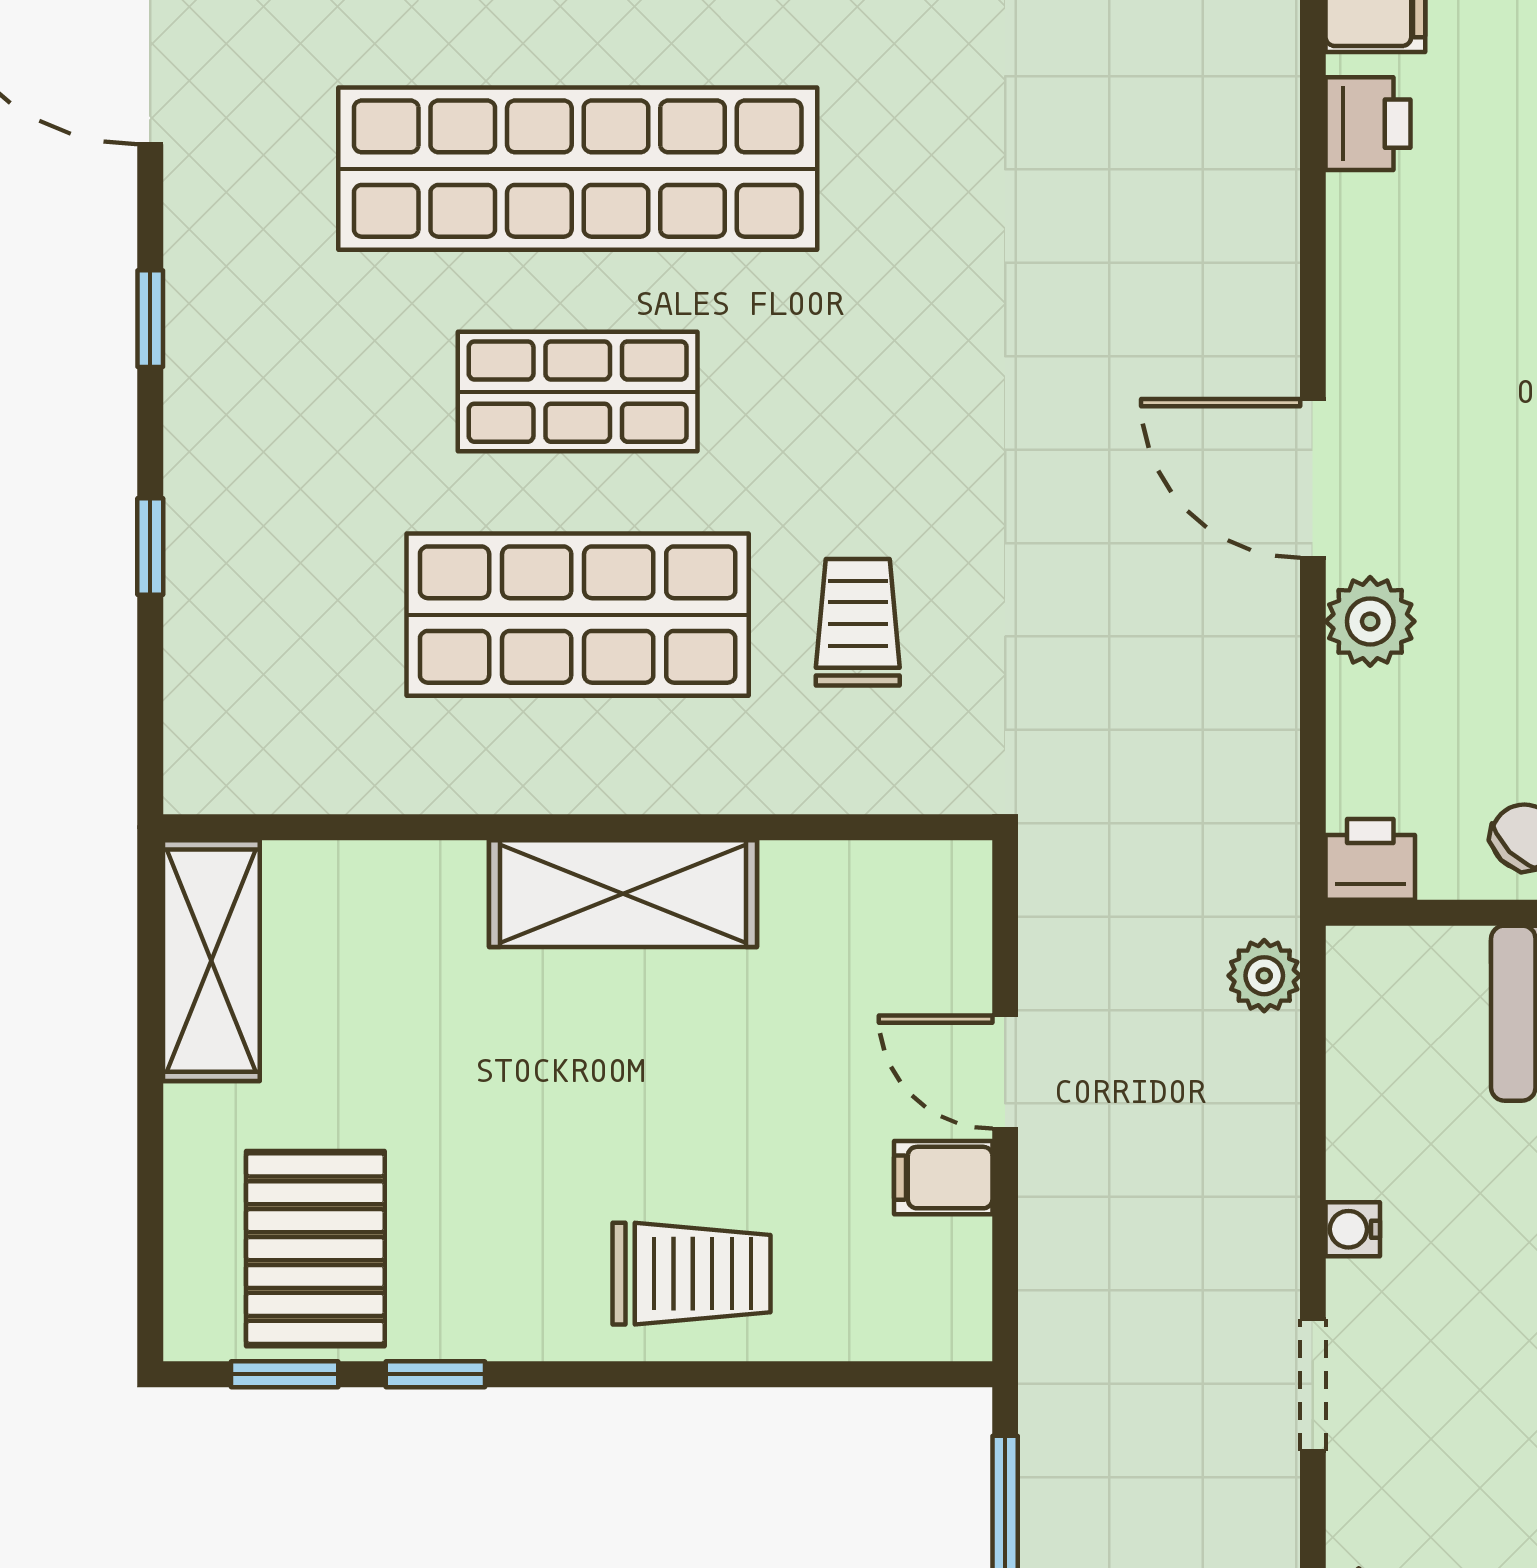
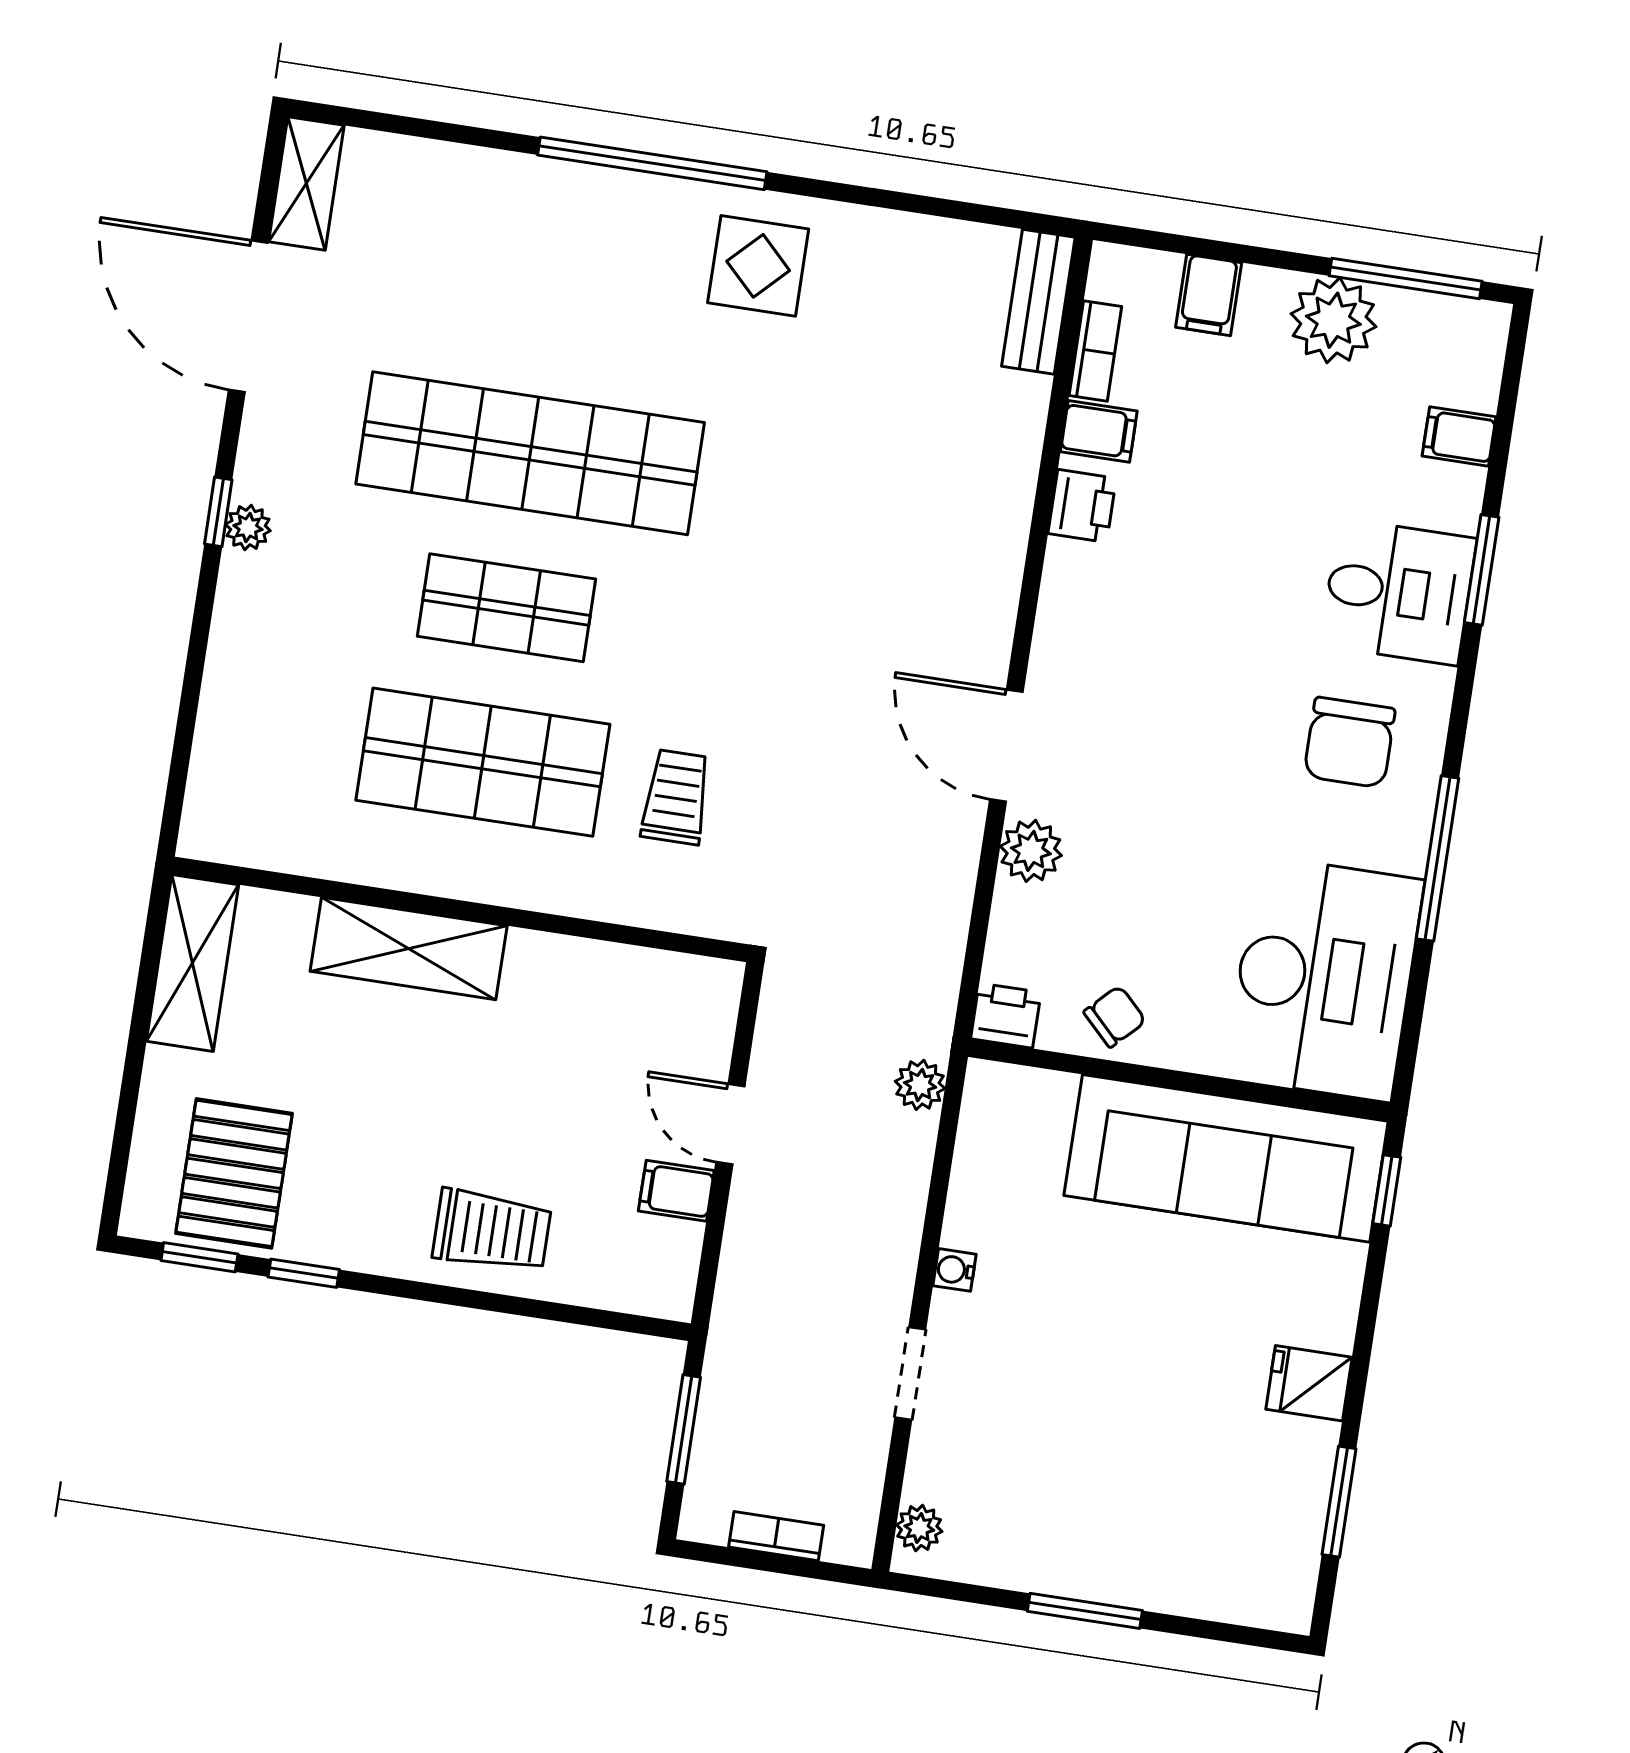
plant: (196, 334) -> (248, 527), added
window: (150, 546) -> (194, 670), removed
shelving: (623, 894) -> (409, 949), moved

